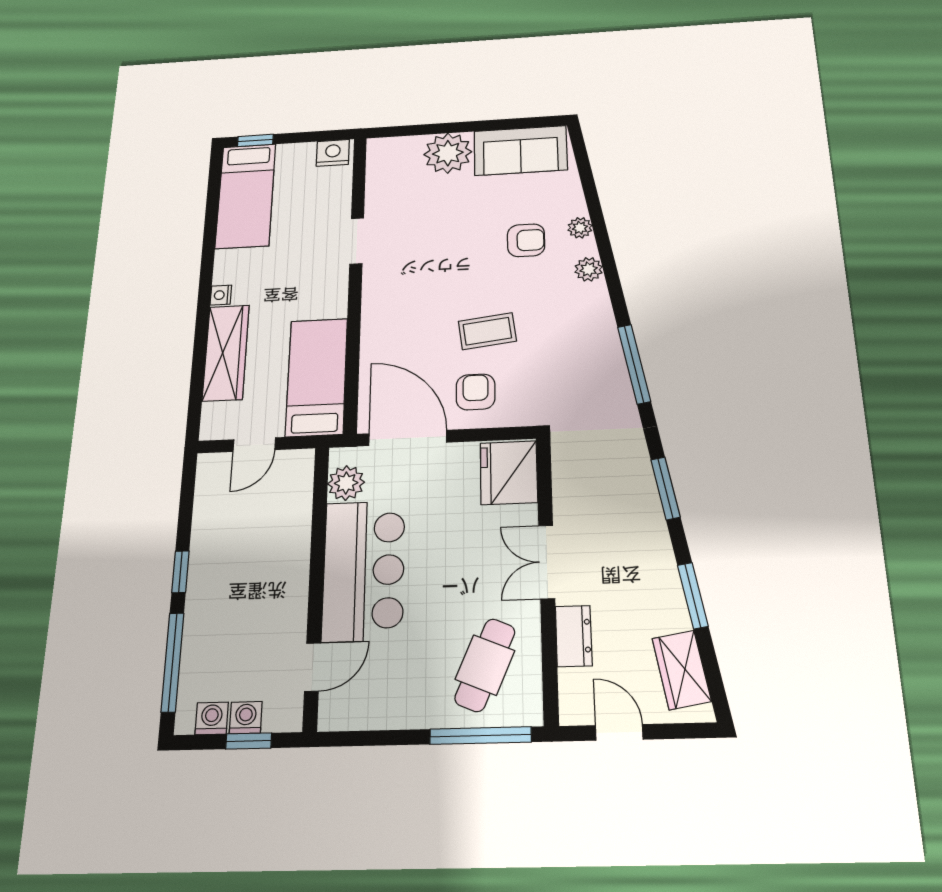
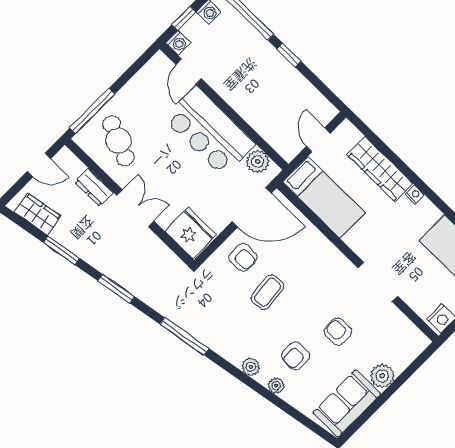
plant: (448, 153) -> (382, 376), width x0.73, depth x0.73
armchair: (453, 227) -> (338, 332), added
doorway: (357, 241) -> (378, 282), width x1.38
washing machine: (246, 718) -> (178, 43), moved

